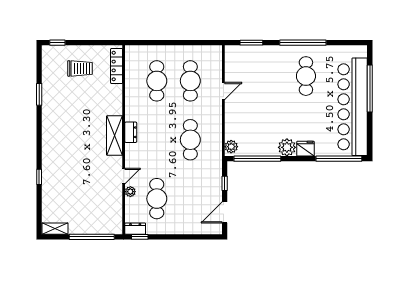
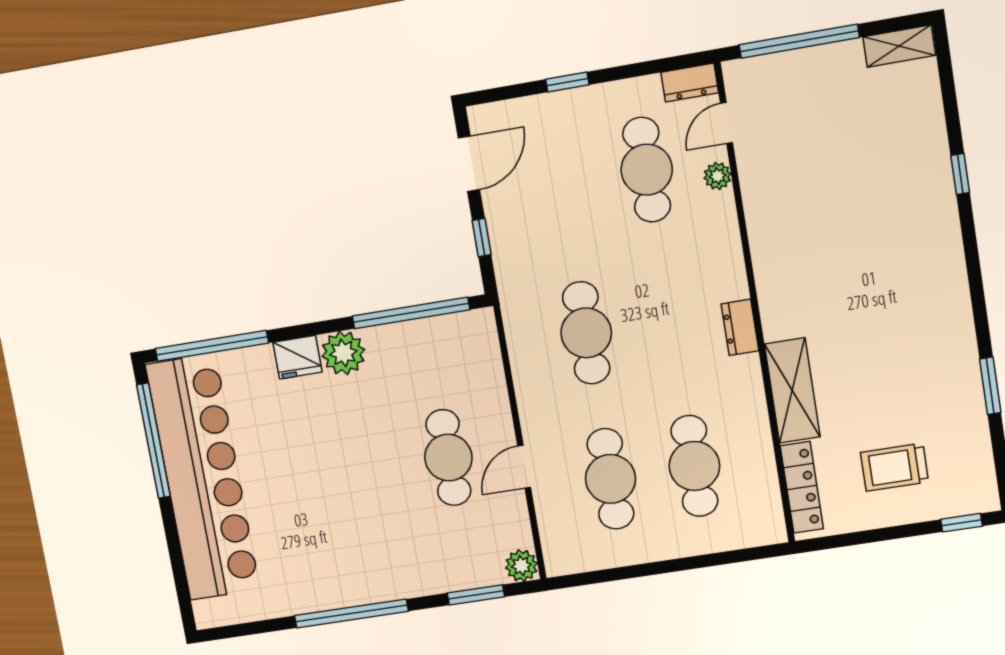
cafe table: (306, 76) -> (448, 458), moved
window: (370, 89) -> (154, 441), moved
shelving: (115, 135) -> (792, 391), moved
plant: (231, 147) -> (521, 566), moved
door: (124, 176) -> (727, 123), moved
window: (140, 237) -> (567, 82), moved

